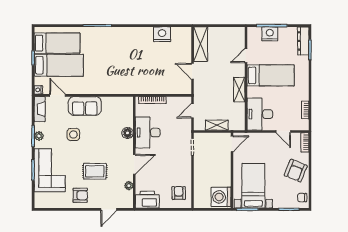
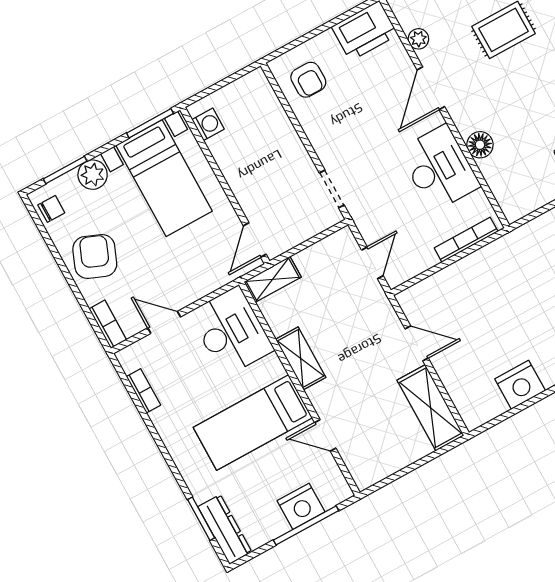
door: (246, 56) -> (325, 435), swing flipped
shelving: (217, 125) -> (273, 279), moved
washing machine: (221, 197) -> (208, 124), width x0.53, depth x0.53
plant: (280, 202) -> (93, 175), added

